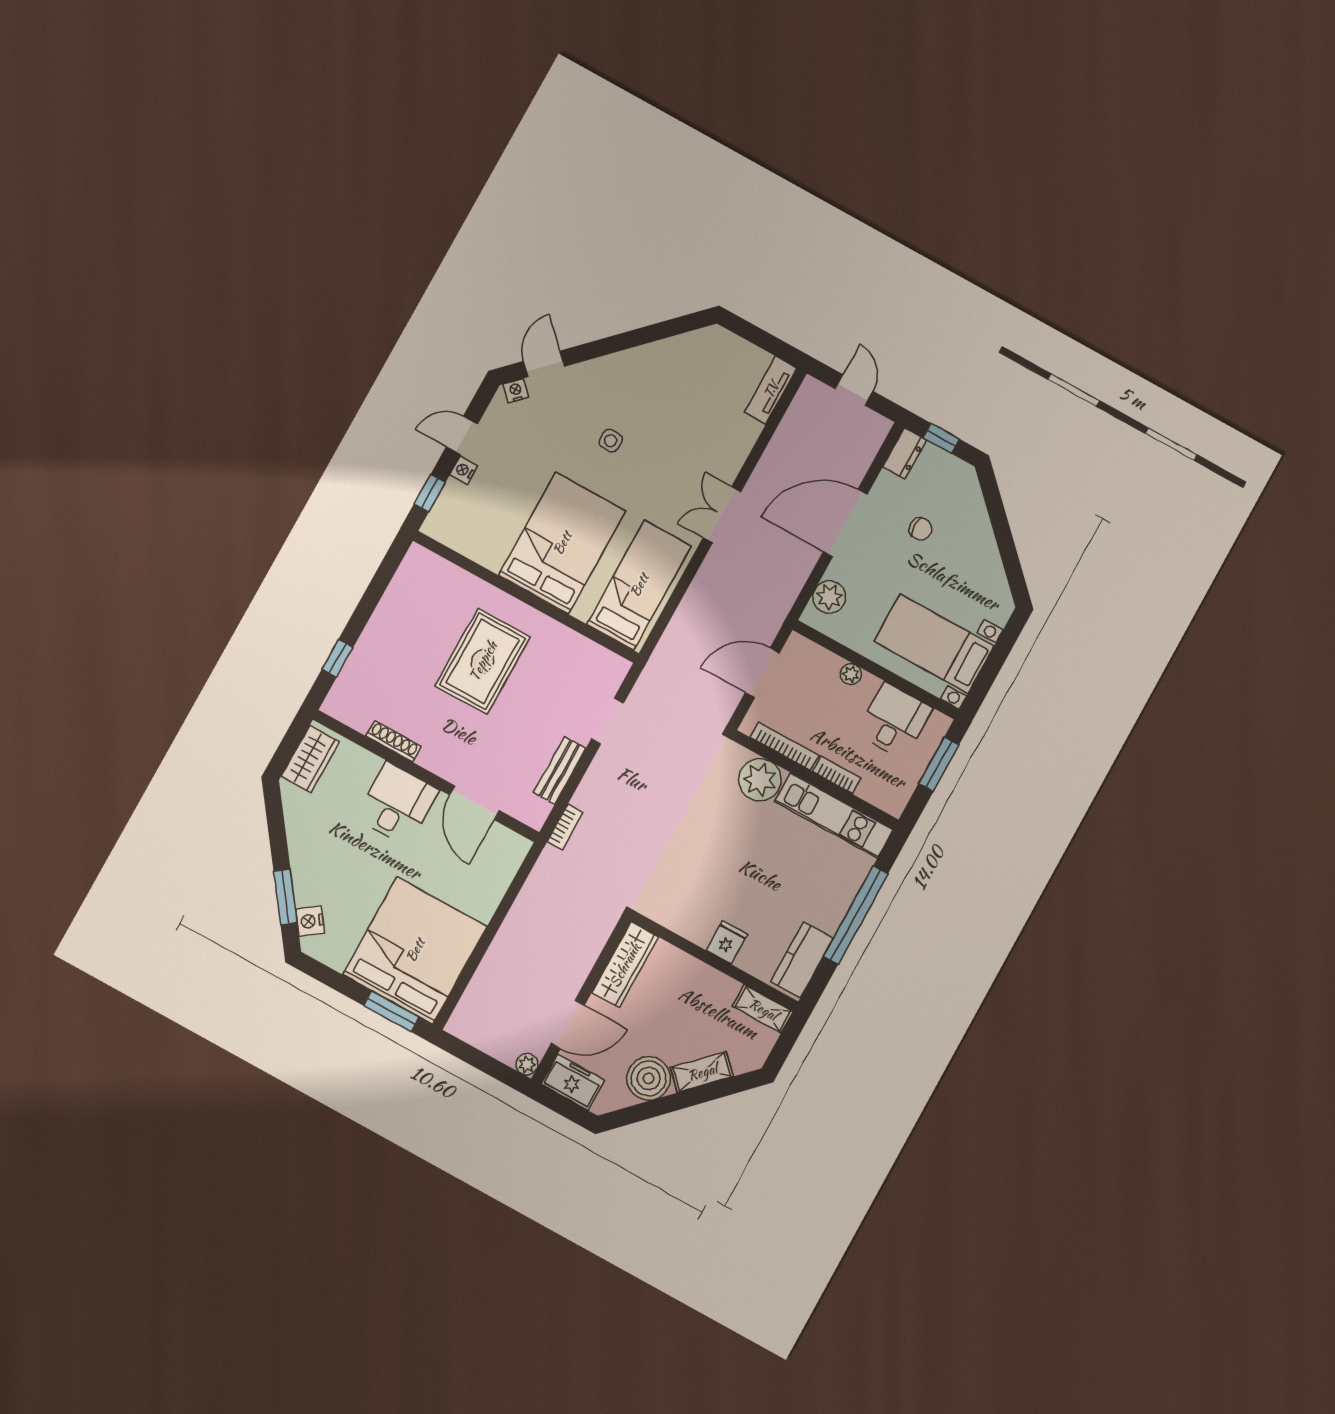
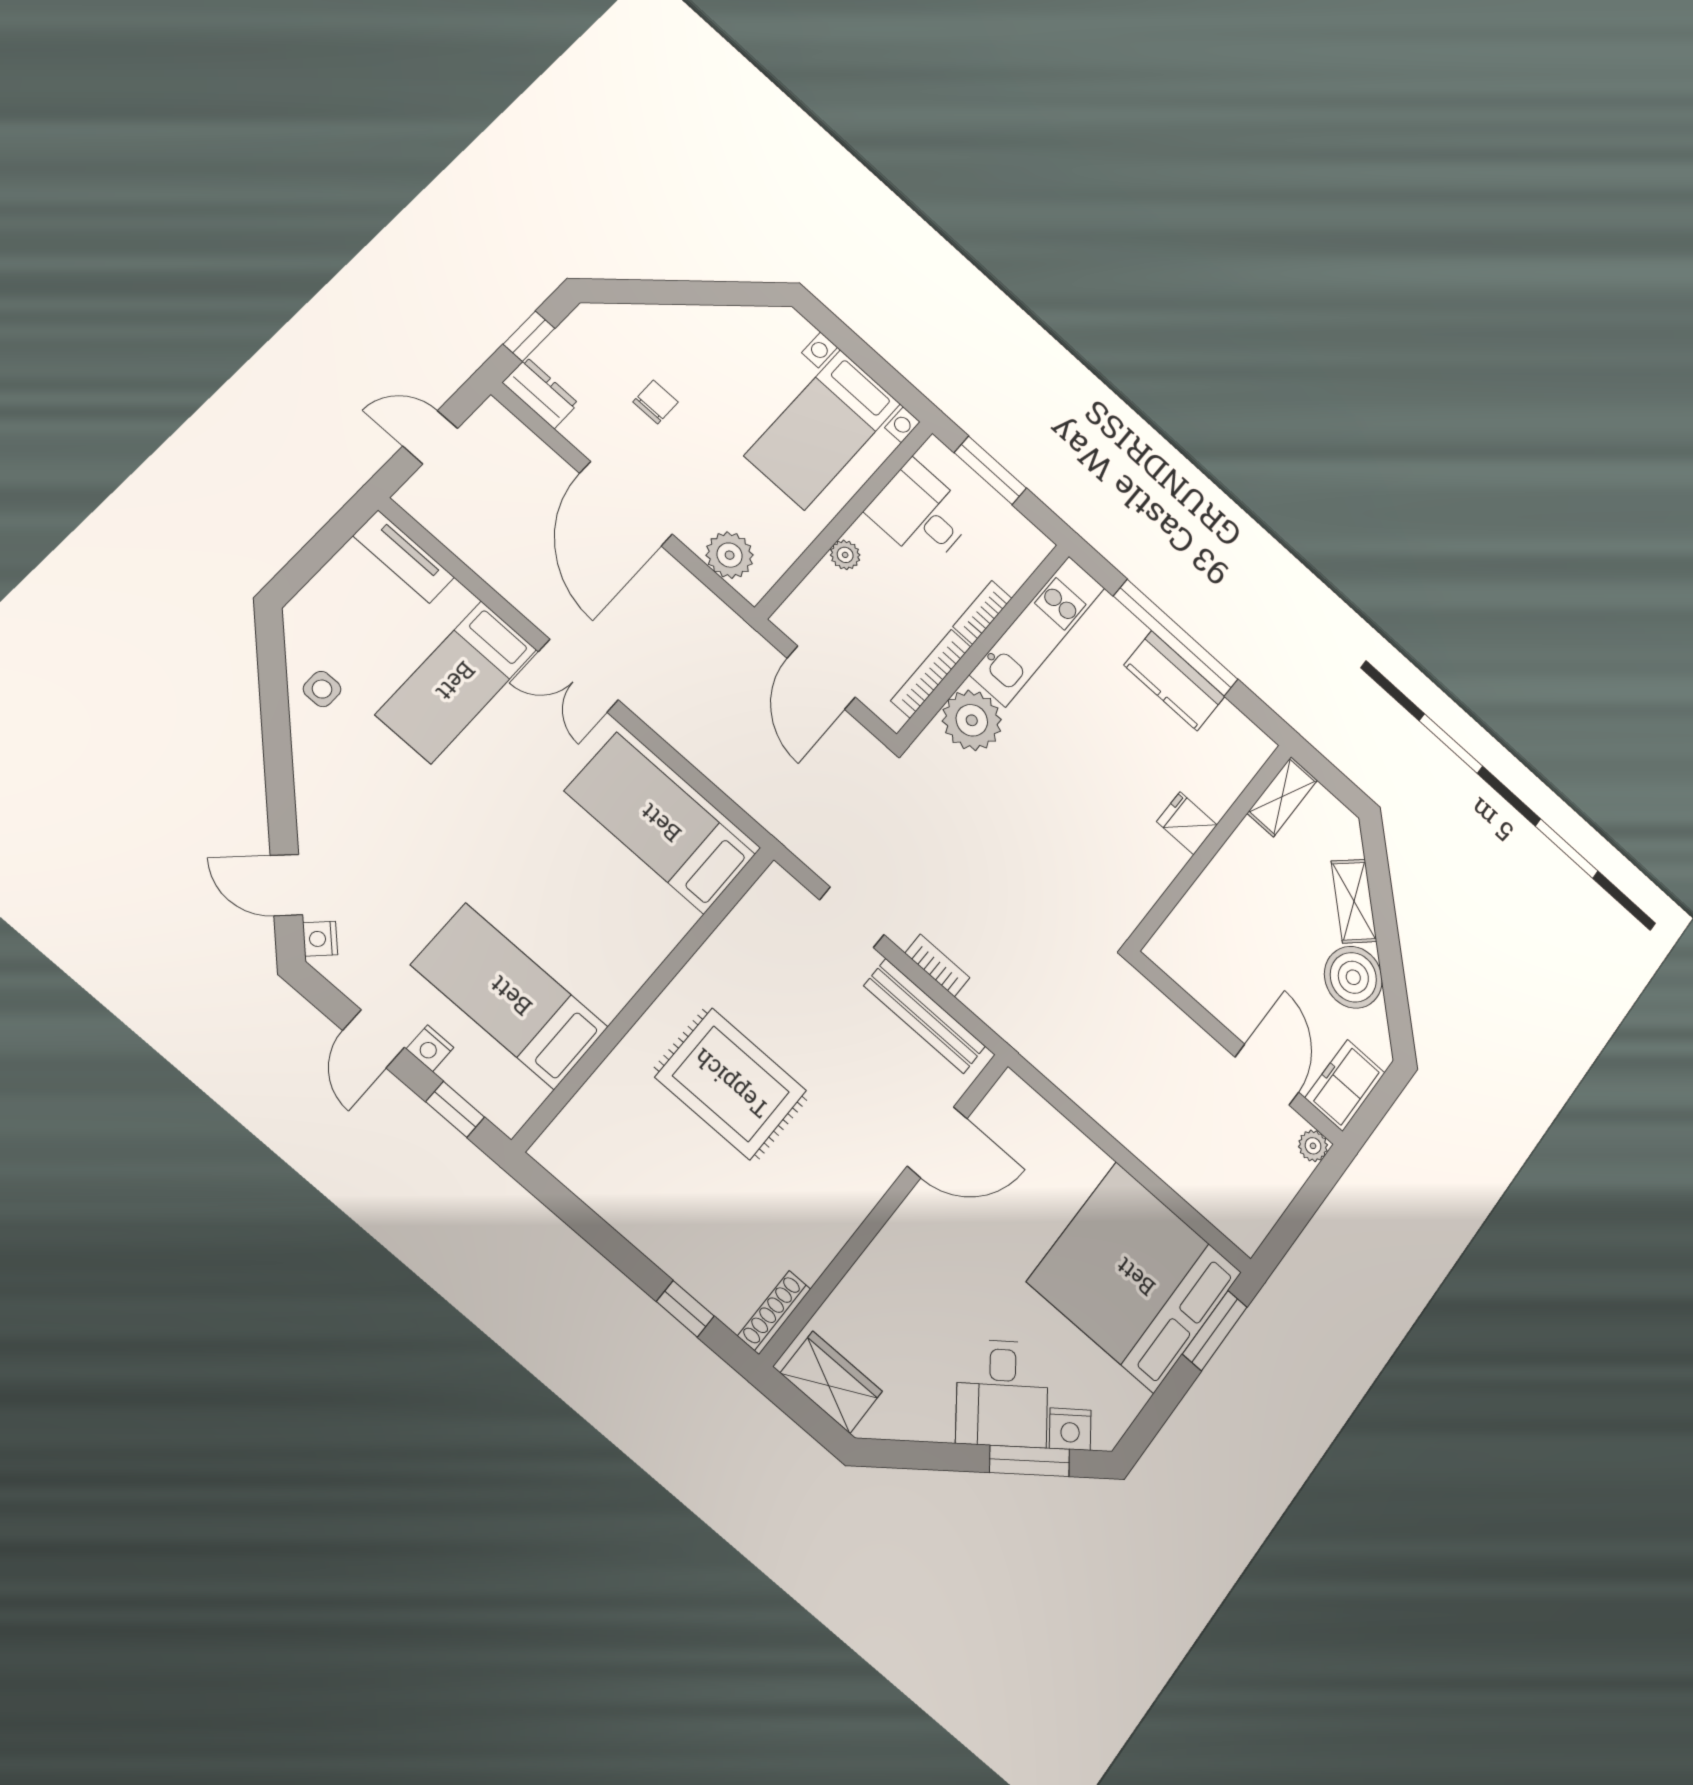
bed: (698, 439) -> (456, 682), added
side table: (611, 441) -> (322, 689), moved
bed: (562, 543) -> (510, 996), moved, width x0.67
shoe rack: (393, 741) -> (774, 1312), moved
bench: (560, 770) -> (925, 1016), width x1.36
desk: (397, 804) -> (1002, 1393), moved, turned -127
bookcase: (565, 827) -> (937, 965), moved
kitchen counter: (802, 960) -> (1174, 681), moved
wardrobe: (625, 965) -> (1197, 974), removed

